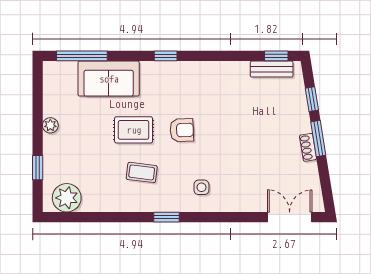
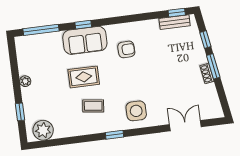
window: (166, 56) -> (83, 25), moved
sofa: (109, 79) -> (85, 40), moved
armchair: (182, 130) -> (126, 49), moved
side table: (201, 187) -> (136, 111), width x1.87, depth x1.87
double door: (290, 217) -> (185, 126), moved

